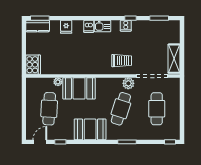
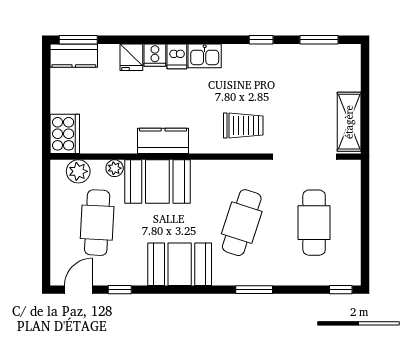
cooker: (126, 26) -> (155, 55), moved
kitchen counter: (82, 68) -> (163, 141), added
plant: (128, 83) -> (78, 171), moved

